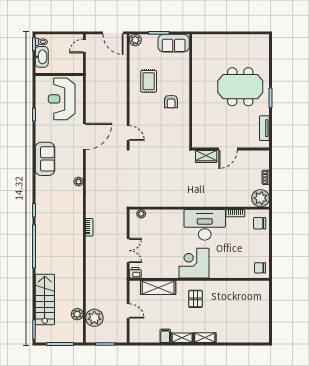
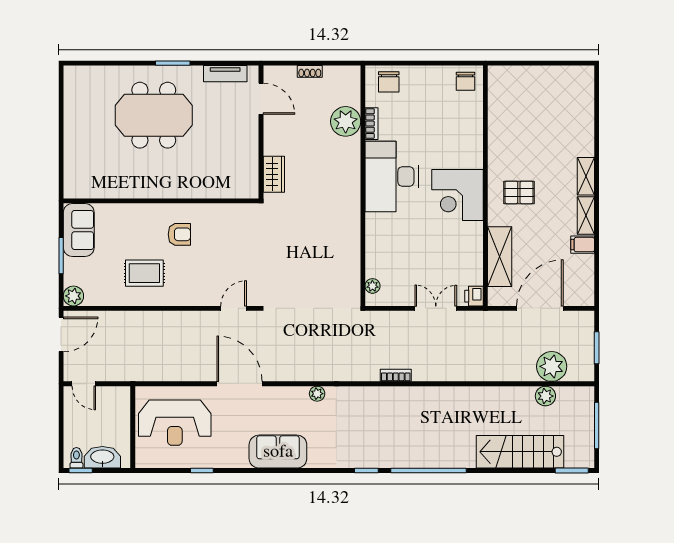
meeting table: (240, 87) -> (154, 115), turned 90
door: (228, 149) -> (261, 99), moved
plant: (261, 198) -> (346, 121), moved
door: (128, 311) -> (540, 308), width x1.87

